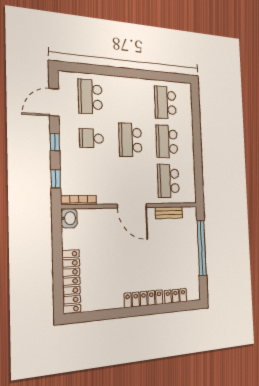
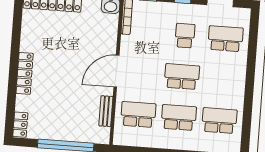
locker: (176, 296) -> (20, 125), moved

